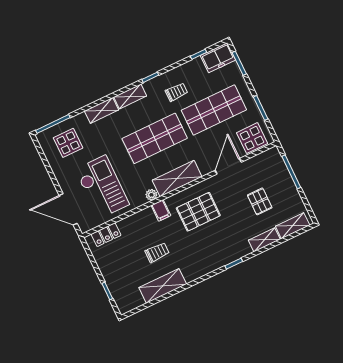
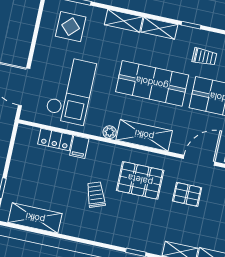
pallet: (260, 201) -> (187, 194), moved, turned 90
filing cabinet: (161, 210) -> (79, 147), moved
locker: (106, 235) -> (55, 140), moved
trolley: (157, 252) -> (96, 195), moved, turned -110
shelving: (163, 286) -> (35, 218), moved

